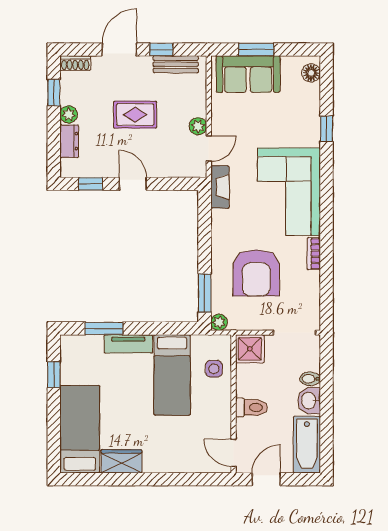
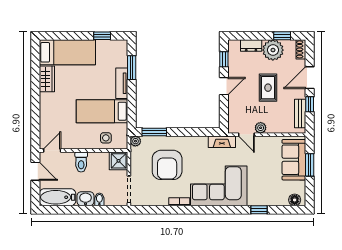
door: (119, 50) -> (310, 78), swing flipped
plant: (69, 114) -> (273, 50), width x1.88, depth x1.88
armchair: (256, 273) -> (167, 165), turned -90

